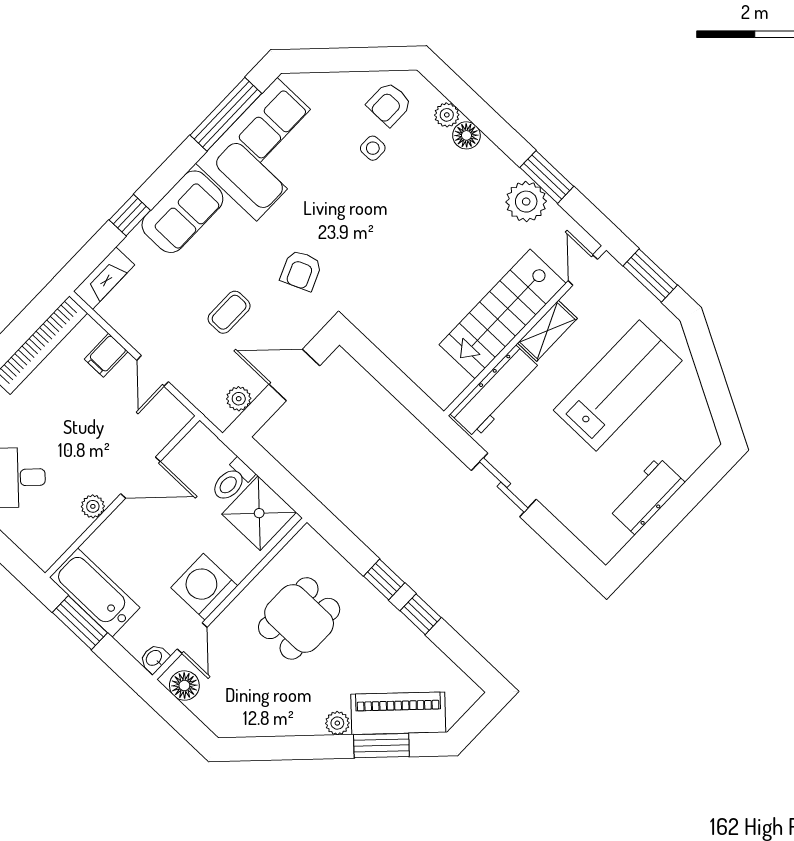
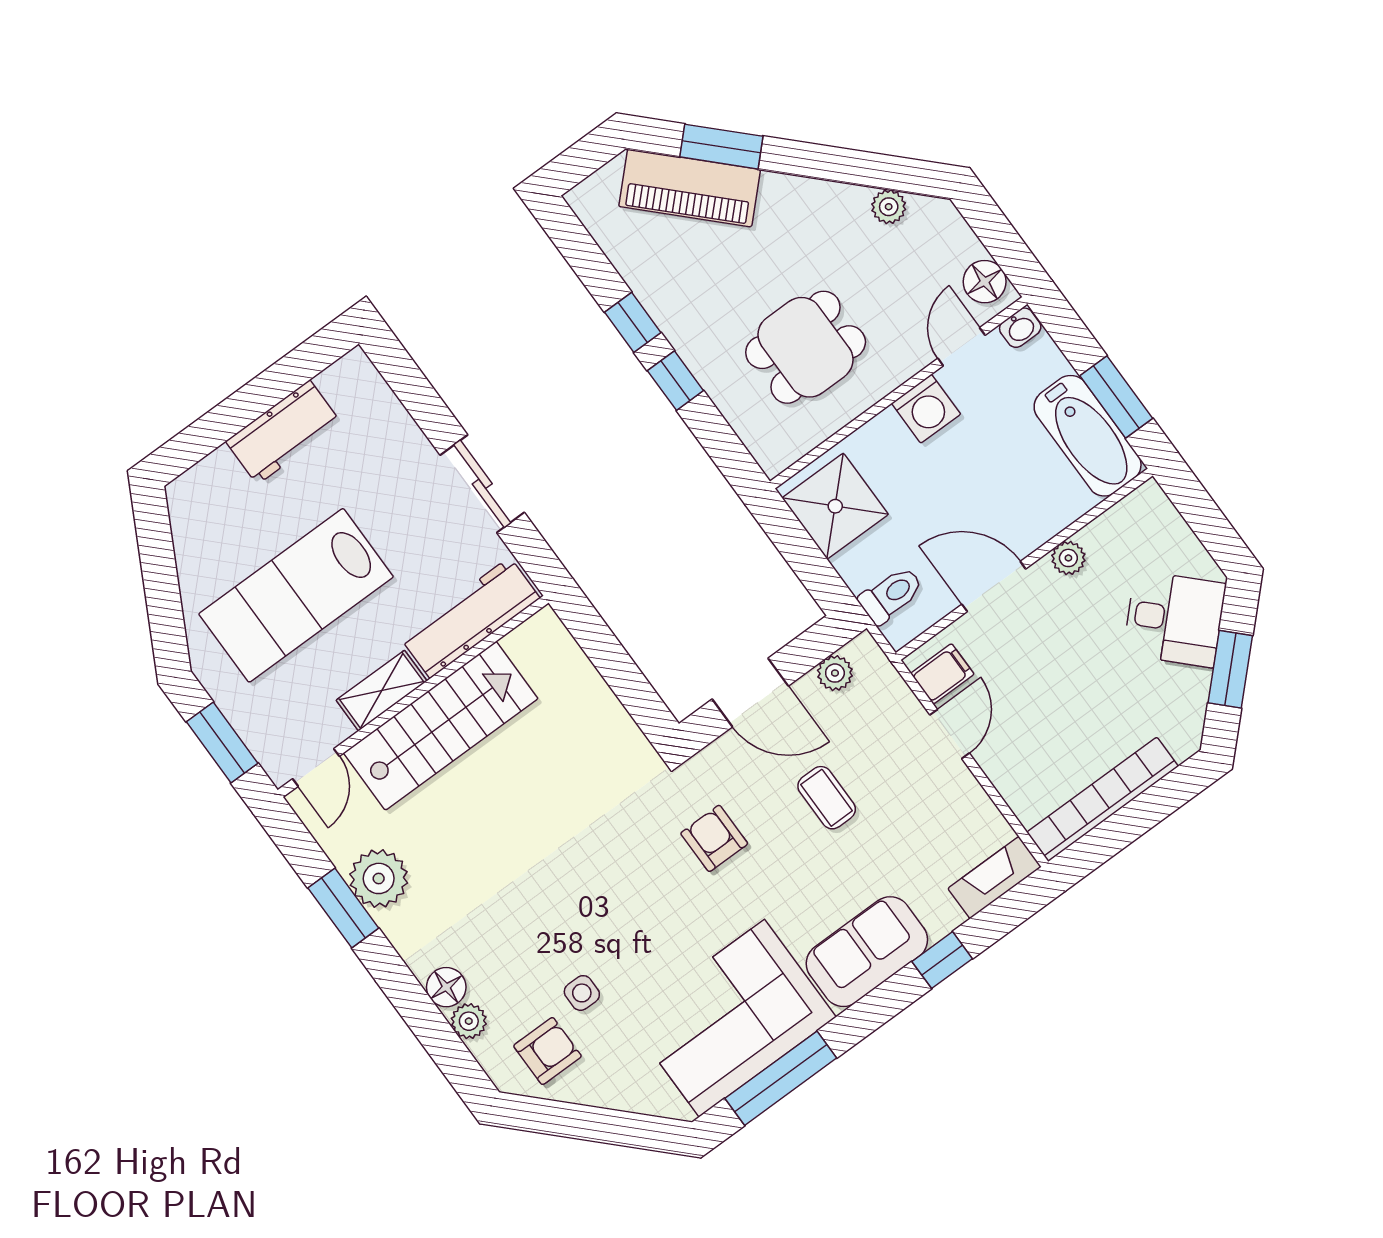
armchair: (301, 270) -> (714, 838), turned -67
coffee table: (229, 312) -> (827, 798), turned 90
filing cabinet: (106, 355) -> (942, 674), moved
toilet: (232, 480) -> (891, 595), moved
washing machine: (204, 587) -> (926, 409), width x0.73, depth x0.73
plant: (337, 723) -> (889, 207), moved

